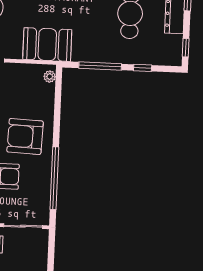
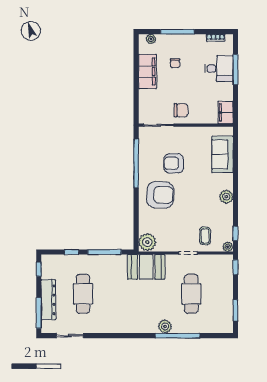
plant: (50, 77) -> (147, 242), width x1.88, depth x1.88

